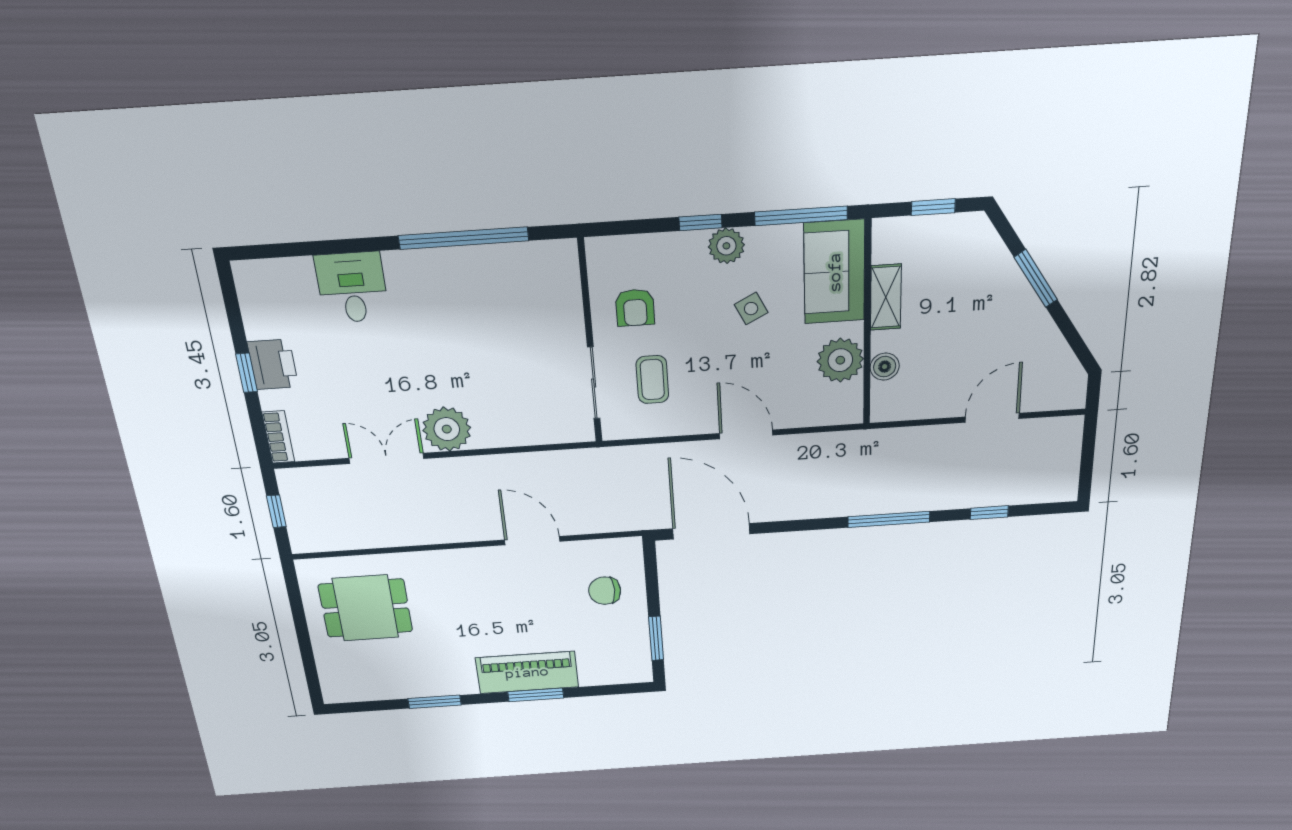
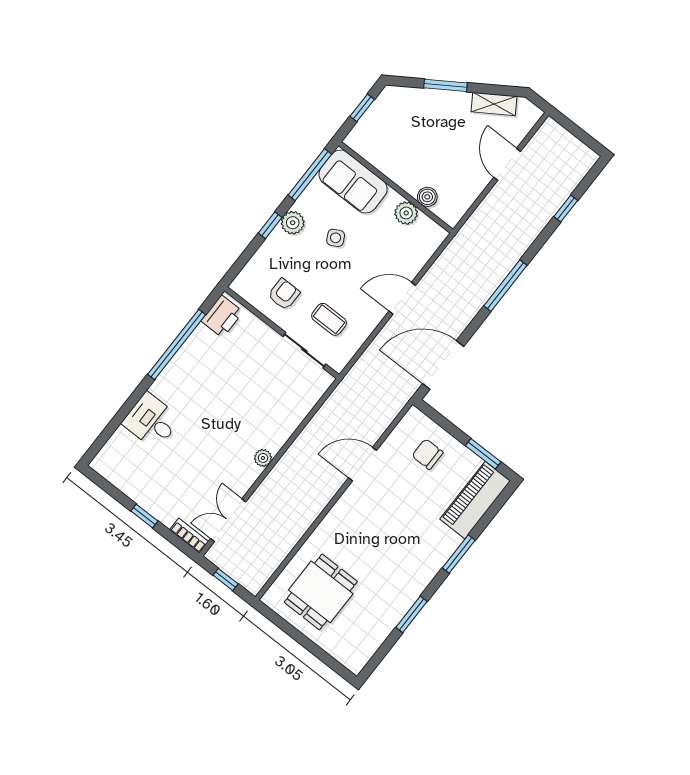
shelving: (886, 297) -> (494, 104), moved, turned -33
armchair: (635, 308) -> (284, 294), turned -90
plant: (840, 360) -> (406, 213), width x0.73, depth x0.73
printer: (273, 364) -> (222, 316), moved, turned 90
plant: (447, 429) -> (263, 458), width x0.53, depth x0.53
double door: (386, 458) -> (228, 520), moved
window: (889, 519) -> (505, 286), moved
chair: (605, 591) -> (427, 454), turned 90
piano: (527, 672) -> (475, 500), moved

